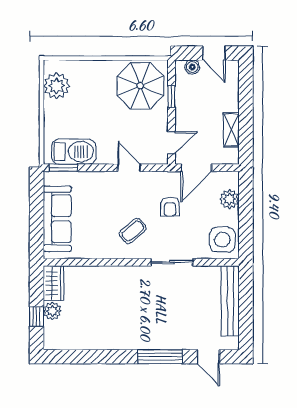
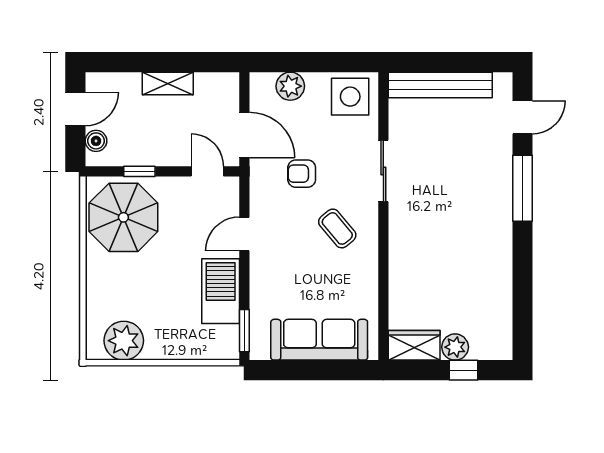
shelving: (231, 130) -> (168, 83), moved
barbecue: (74, 152) -> (221, 291), moved
armchair: (170, 207) -> (302, 174), turned 180

